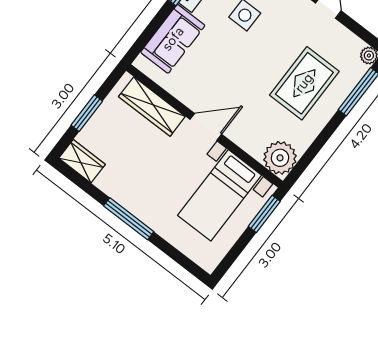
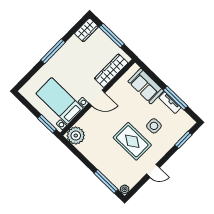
rug: (304, 83) -> (132, 141), moved
window: (87, 113) -> (112, 36), width x1.44
door: (206, 127) -> (97, 98), hinge flipped

